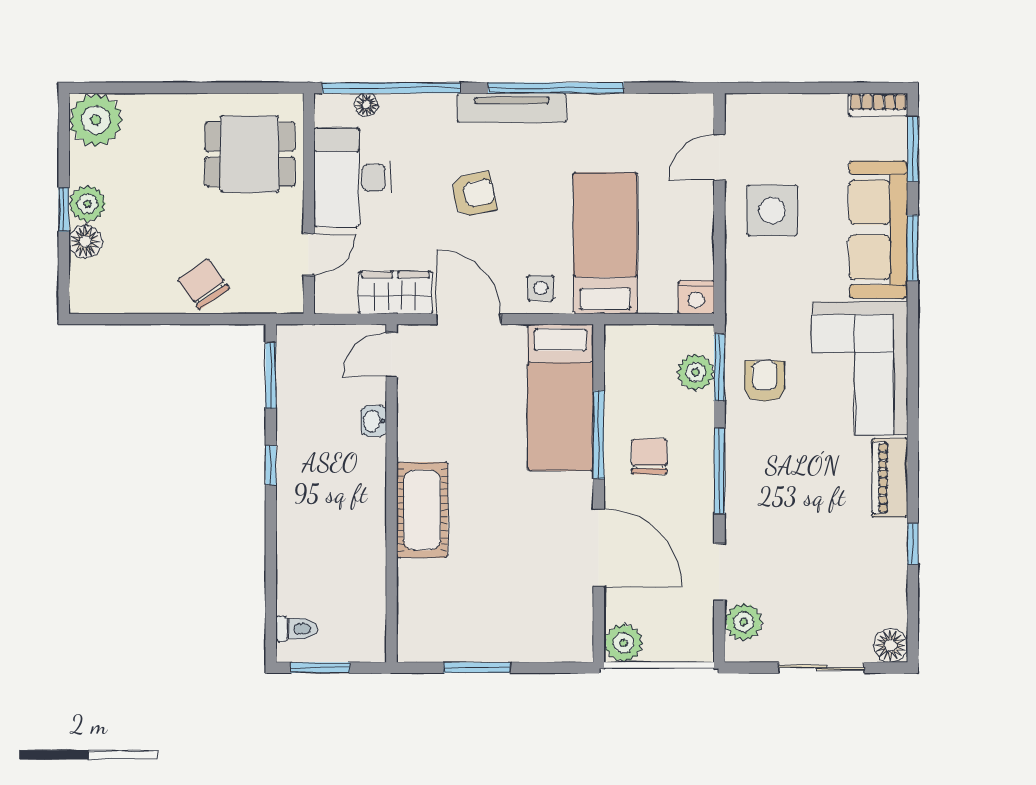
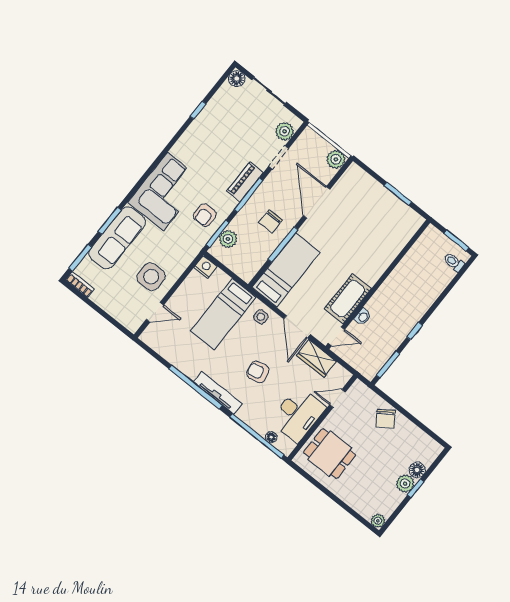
plant: (96, 120) -> (378, 521), width x0.53, depth x0.53
piano: (890, 478) -> (245, 182), moved, turned 180
cot: (422, 510) -> (348, 299), moved

